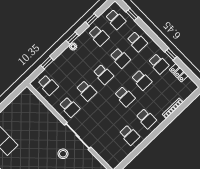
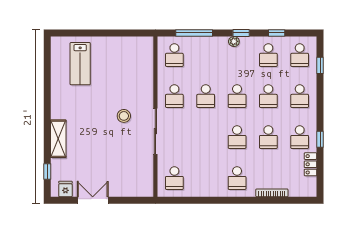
window: (47, 63) -> (194, 33), width x2.17
school desk: (129, 135) -> (174, 178), moved
stool: (63, 154) -> (124, 116), moved

